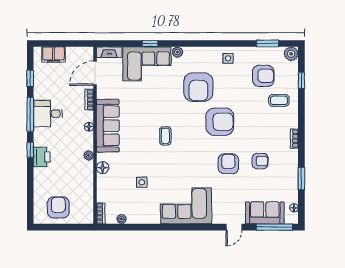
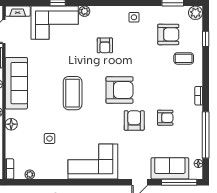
armchair: (198, 87) -> (105, 45), width x0.53, depth x0.53
armchair: (220, 122) -> (120, 90), moved
coffee table: (165, 136) -> (73, 93), width x1.86, depth x1.72
window: (301, 179) -> (206, 135), width x2.11

